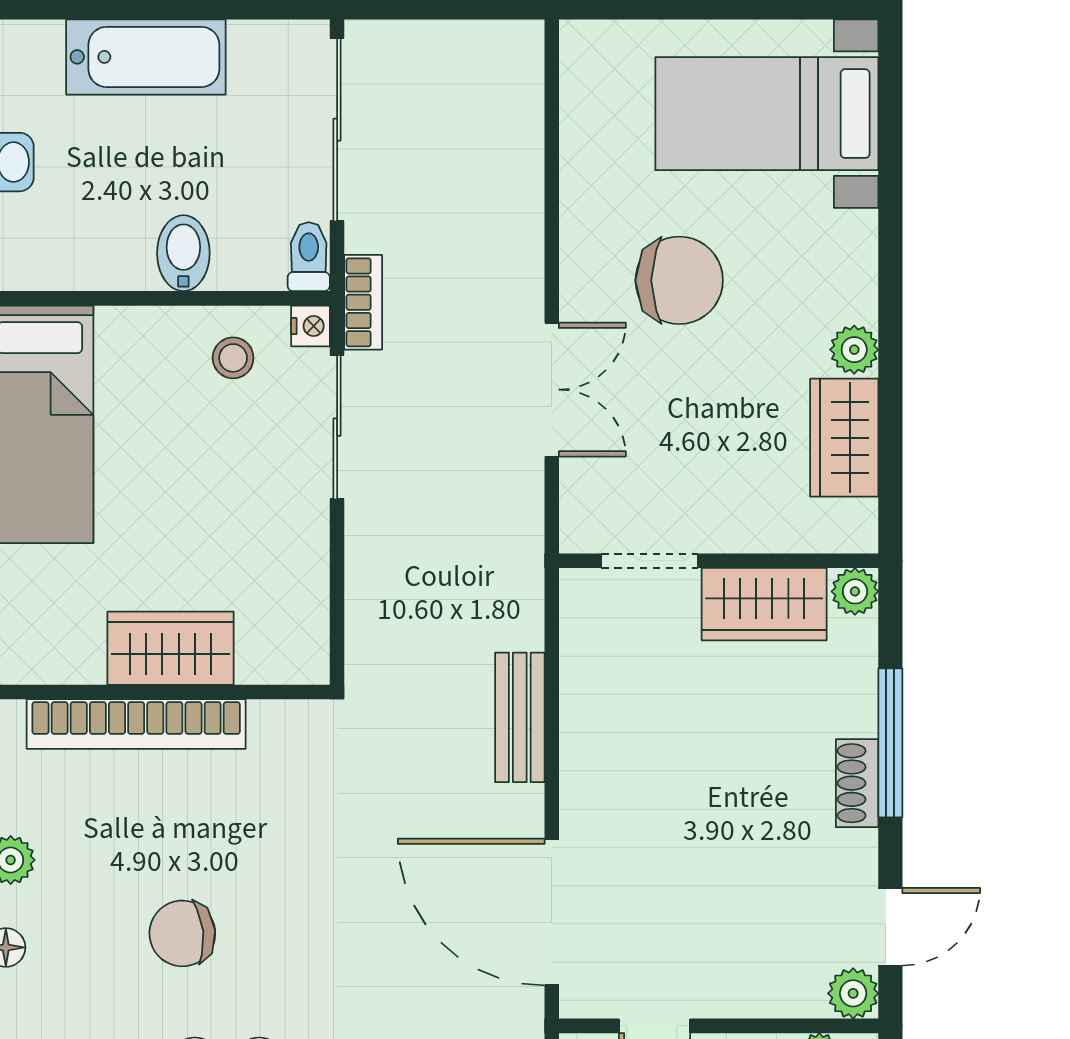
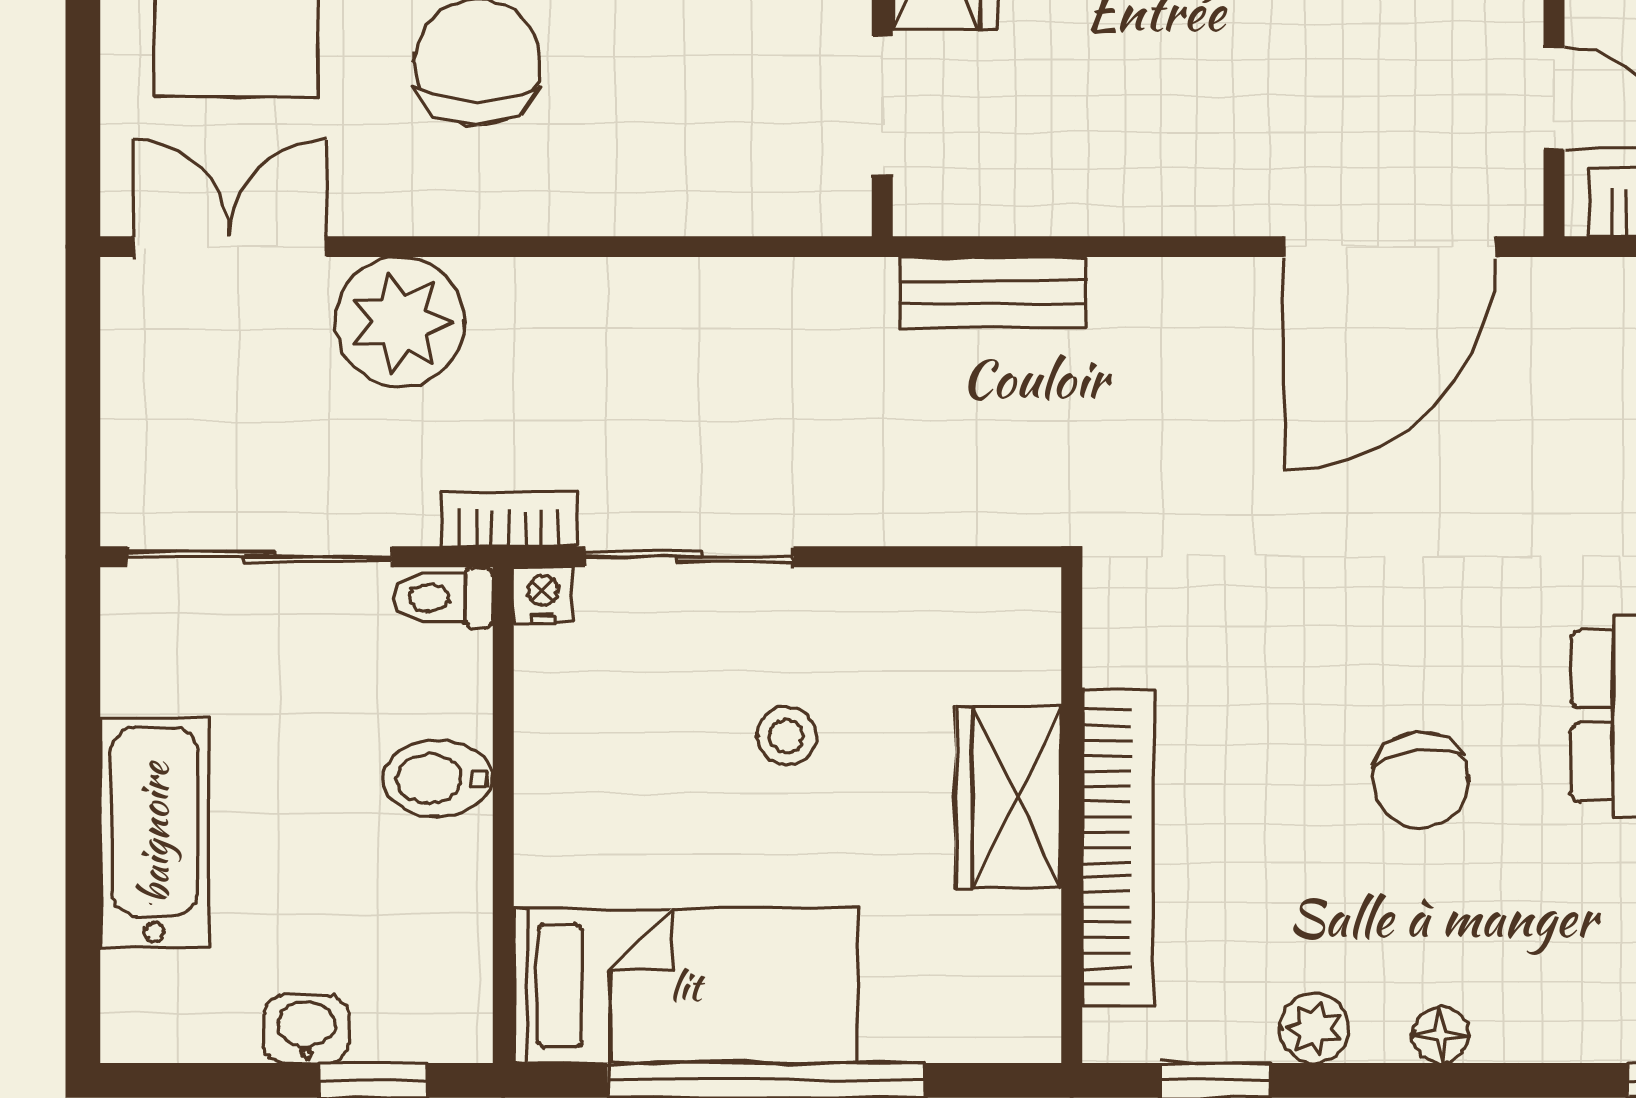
plant: (500, 227) -> (400, 322), added
stool: (233, 358) -> (786, 736), moved
double door: (552, 390) -> (230, 247), moved
bench: (520, 717) -> (993, 293), moved

